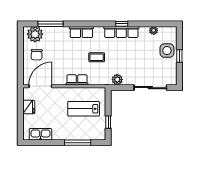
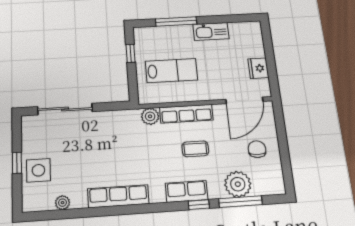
window: (122, 24) -> (199, 205), moved
plant: (35, 34) -> (238, 184), moved
coffee table: (97, 57) -> (195, 149), moved
row of seats: (77, 80) -> (186, 114), width x1.48
plant: (117, 80) -> (150, 116), moved
kitchen sink: (40, 134) -> (211, 31), moved

